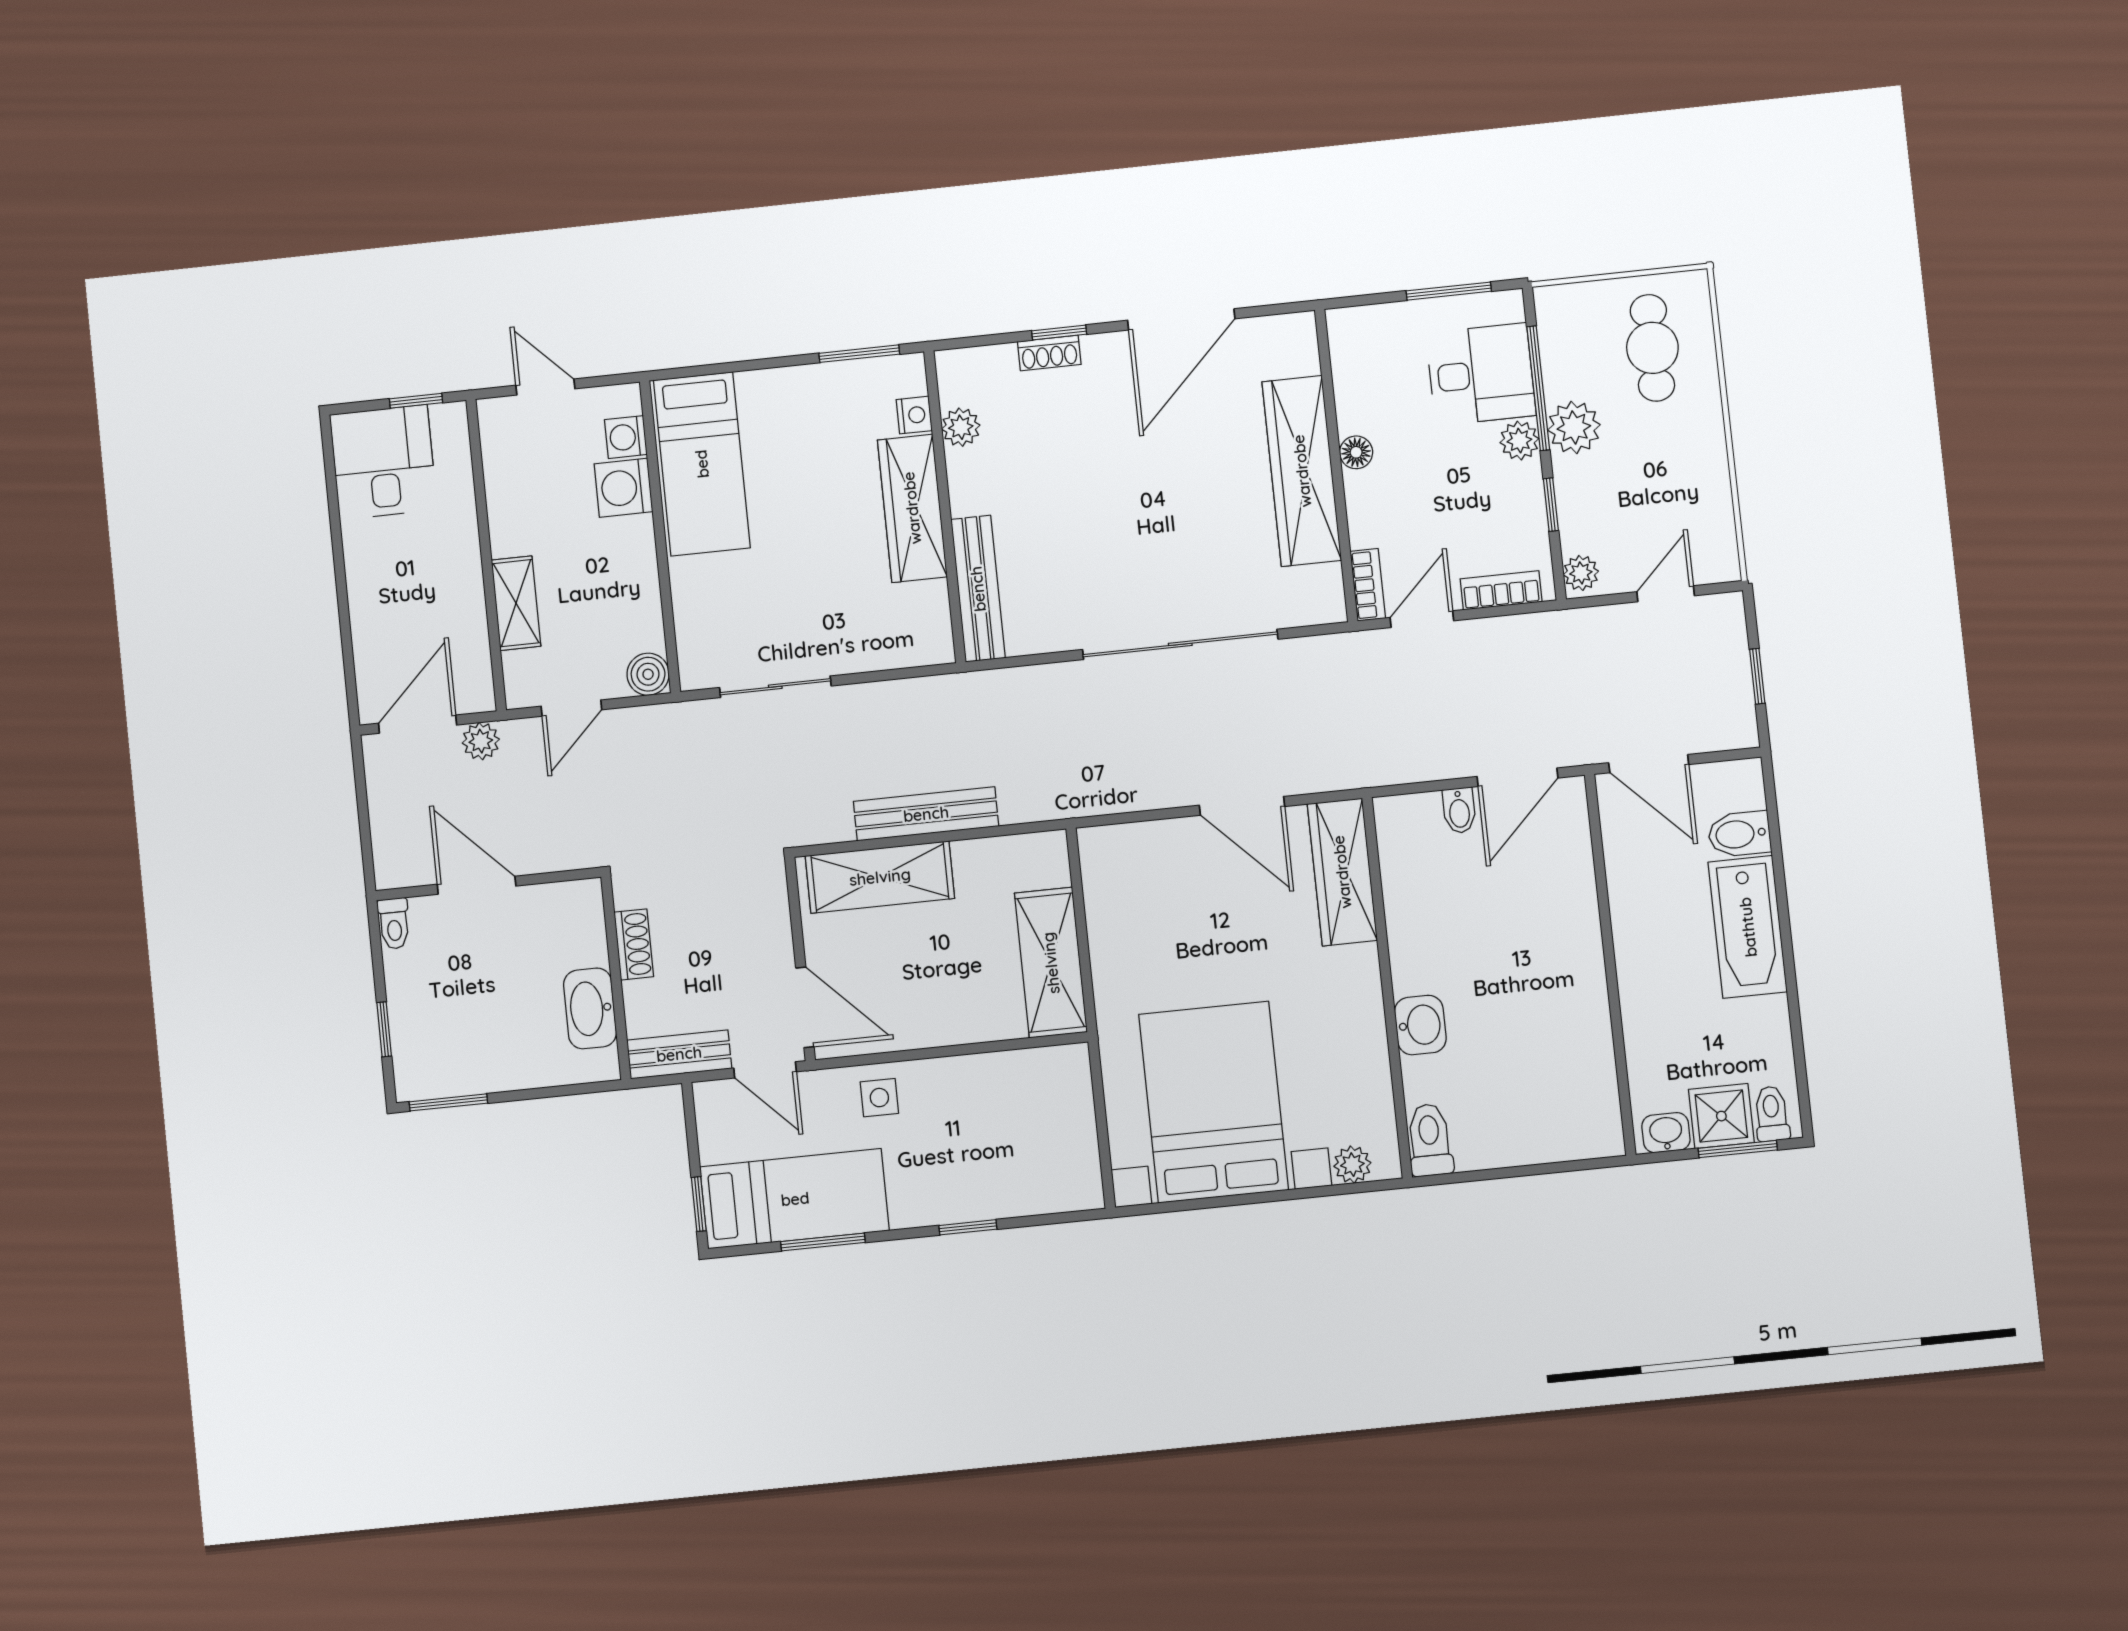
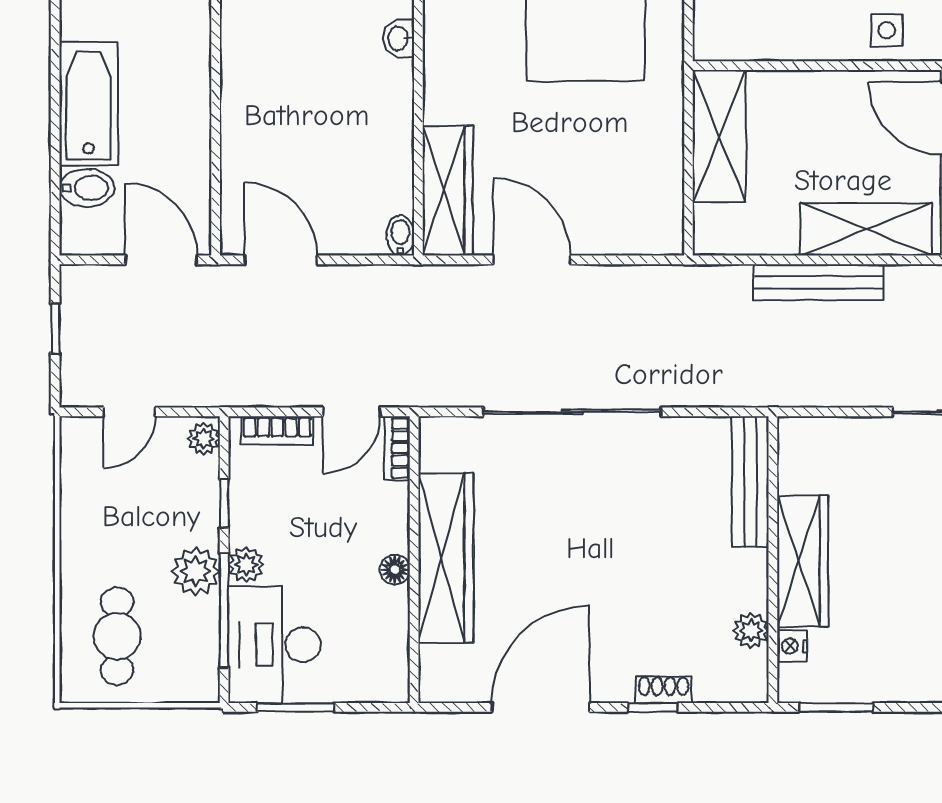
desk: (1481, 374) -> (274, 645), width x1.37
door: (1517, 777) -> (281, 260), hinge flipped
bidet: (1459, 810) -> (400, 235), moved
washbasin: (1420, 1025) -> (399, 38), width x0.72, depth x0.69

